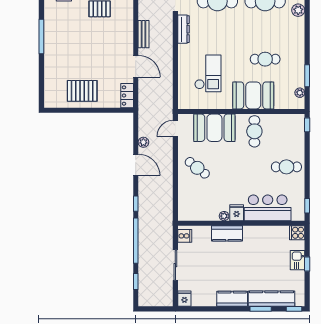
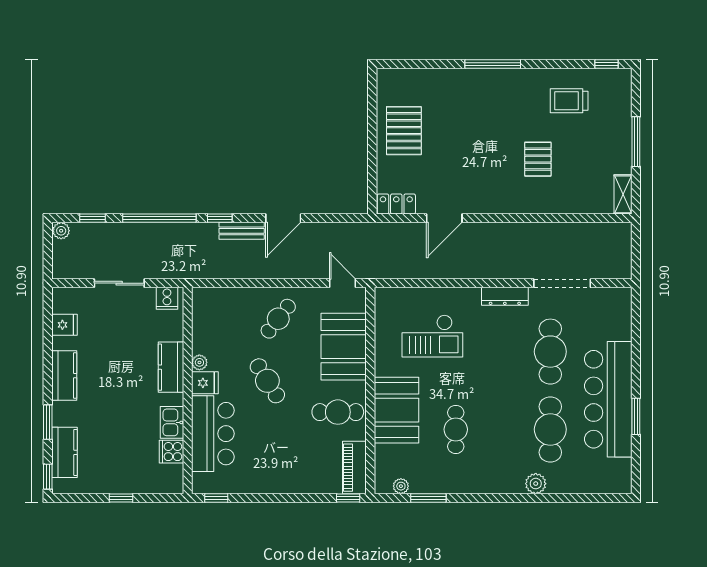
bench: (144, 34) -> (242, 231), moved
piano: (288, 121) -> (354, 468), added
plant: (143, 142) -> (61, 231), moved
cafe table: (286, 167) -> (267, 381), moved, turned -32
cooker: (297, 233) -> (172, 452), moved, turned -90
kitchen sink: (297, 260) -> (172, 422), moved, turned -90
fridge: (184, 299) -> (64, 325), moved
kitchen counter: (271, 299) -> (64, 452), width x0.67

